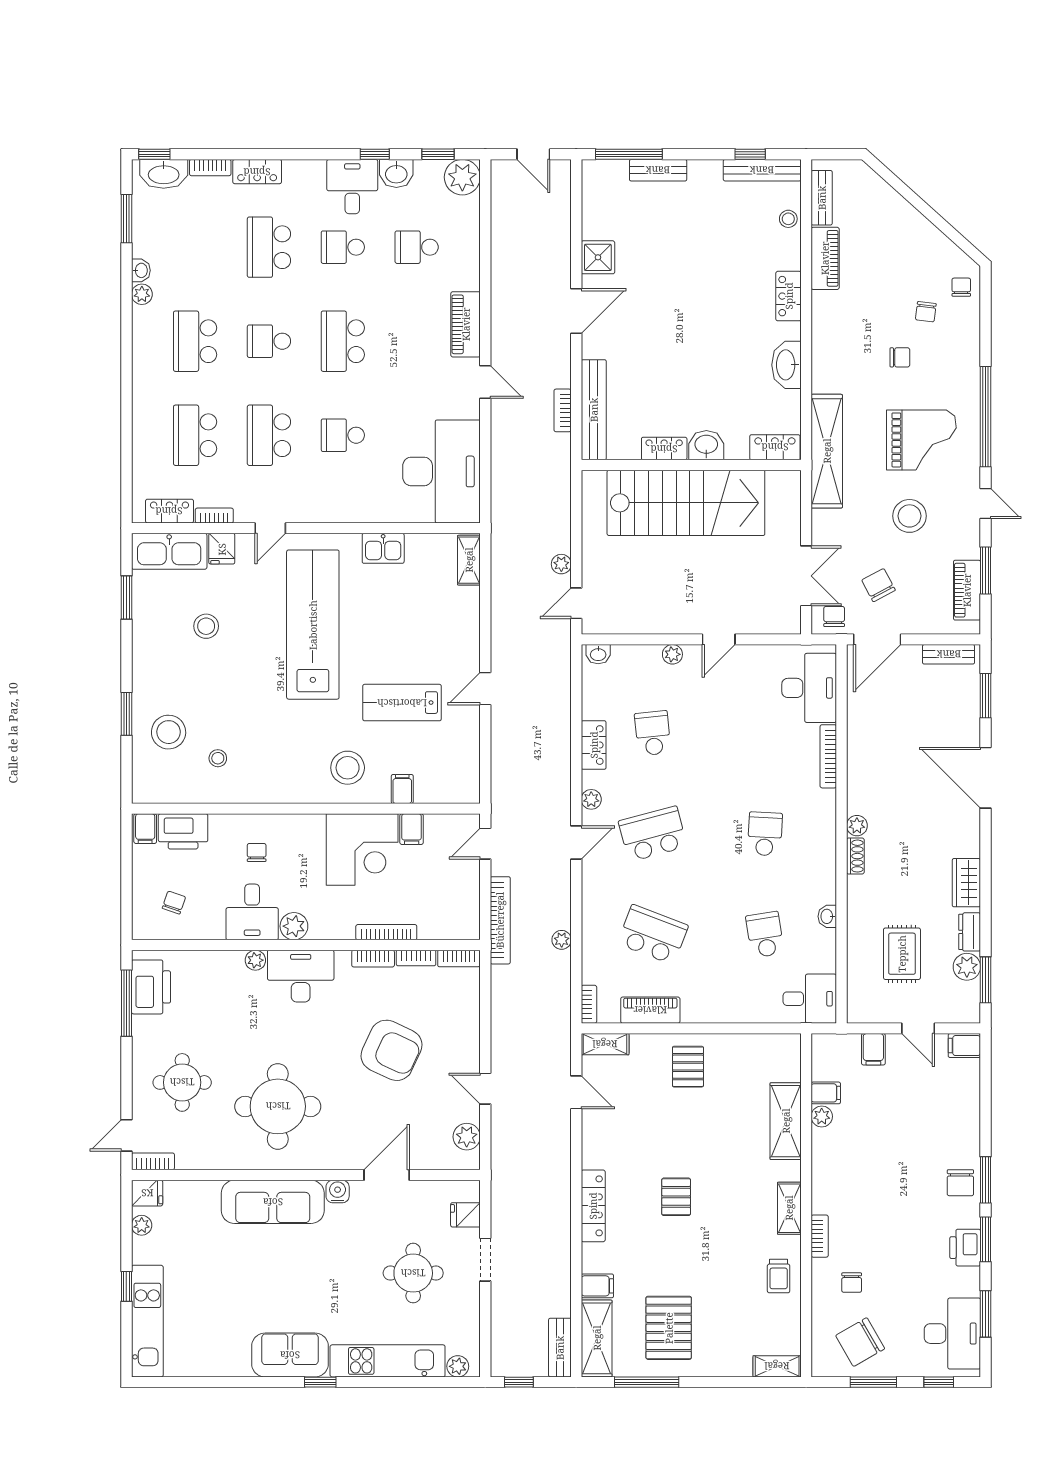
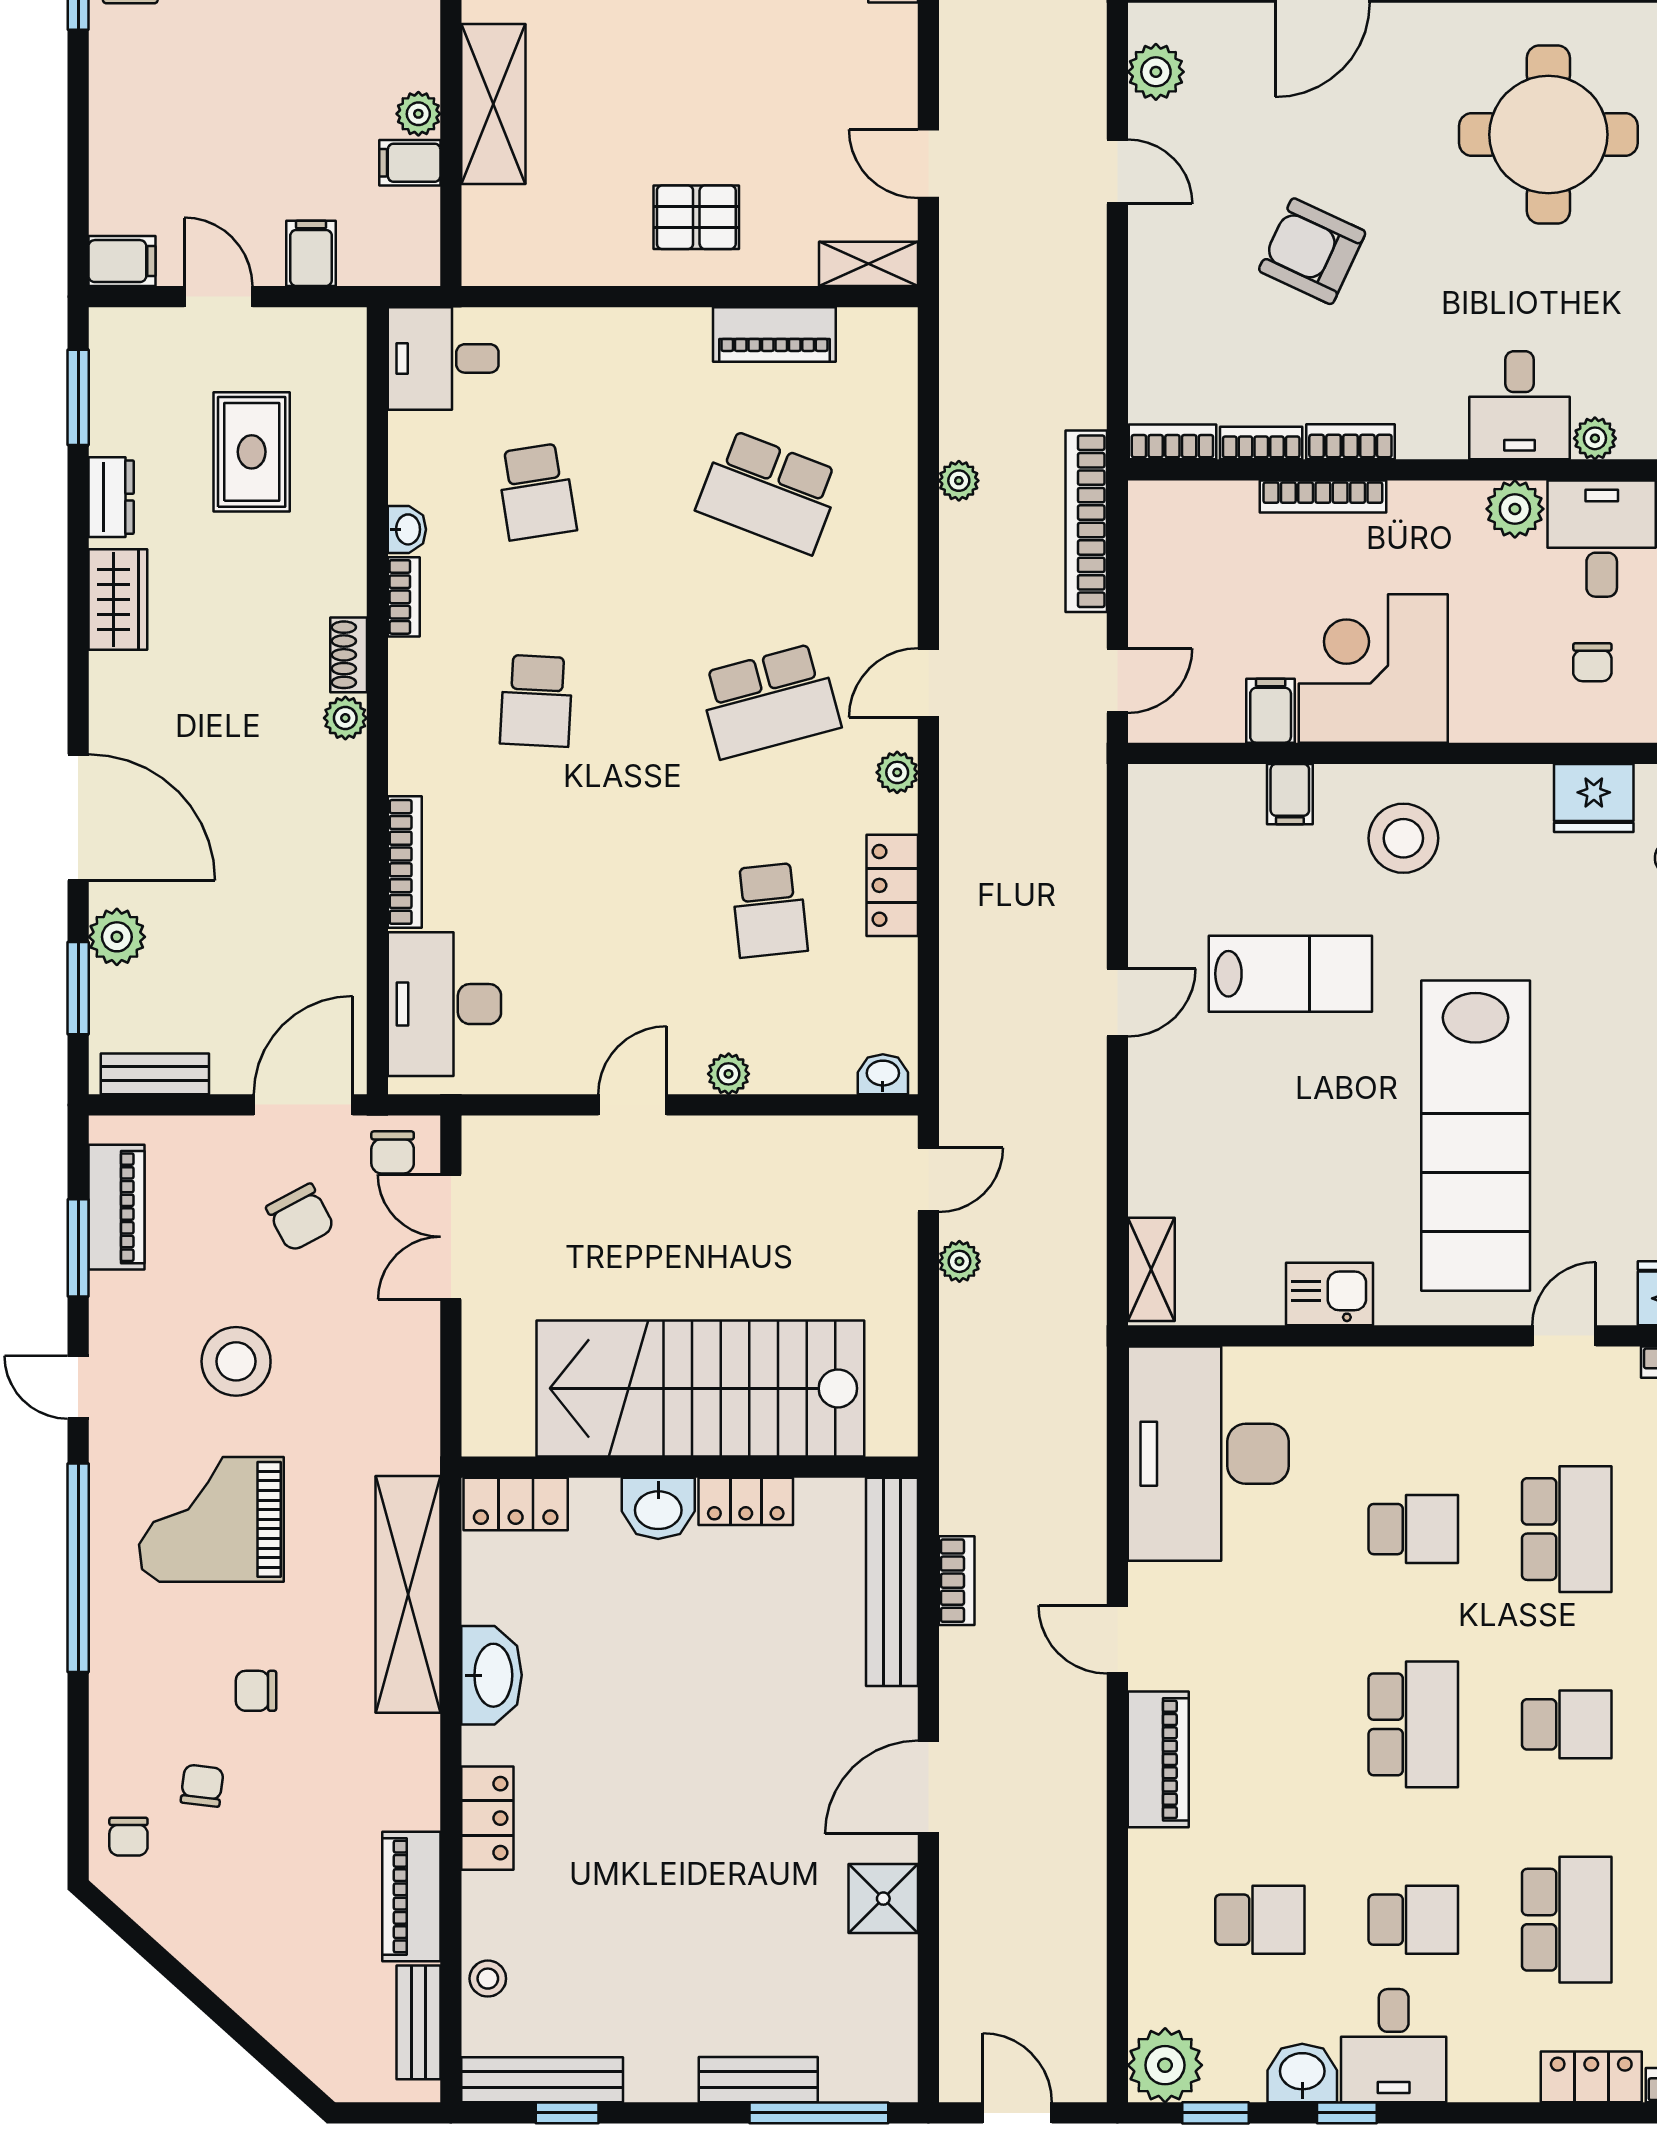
shelving: (827, 451) -> (408, 1594), moved
fridge: (256, 787) -> (1594, 798), added
plant: (967, 967) -> (117, 937), moved
desk: (301, 976) -> (1520, 405), width x0.73
bookcase: (589, 1004) -> (404, 597), moved, turned 180
armchair: (391, 1050) -> (1312, 251), width x0.73, depth x0.73
pallet: (688, 1067) -> (696, 217), turned 90

